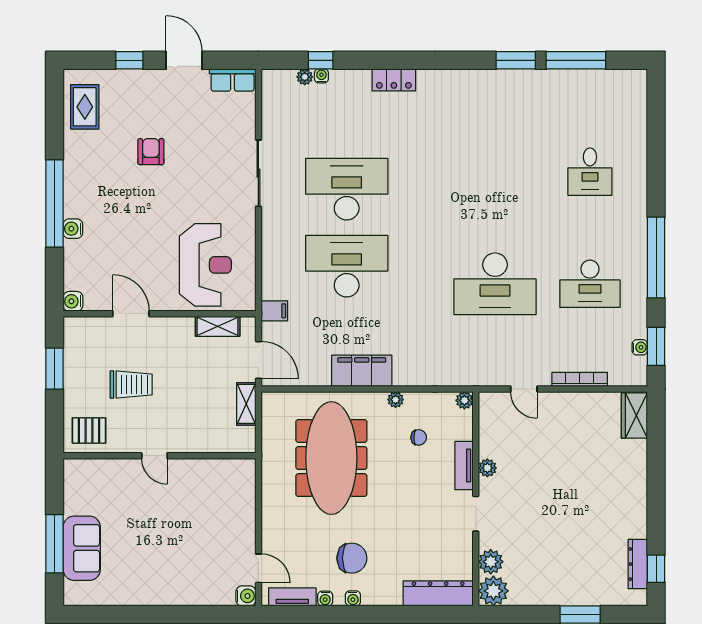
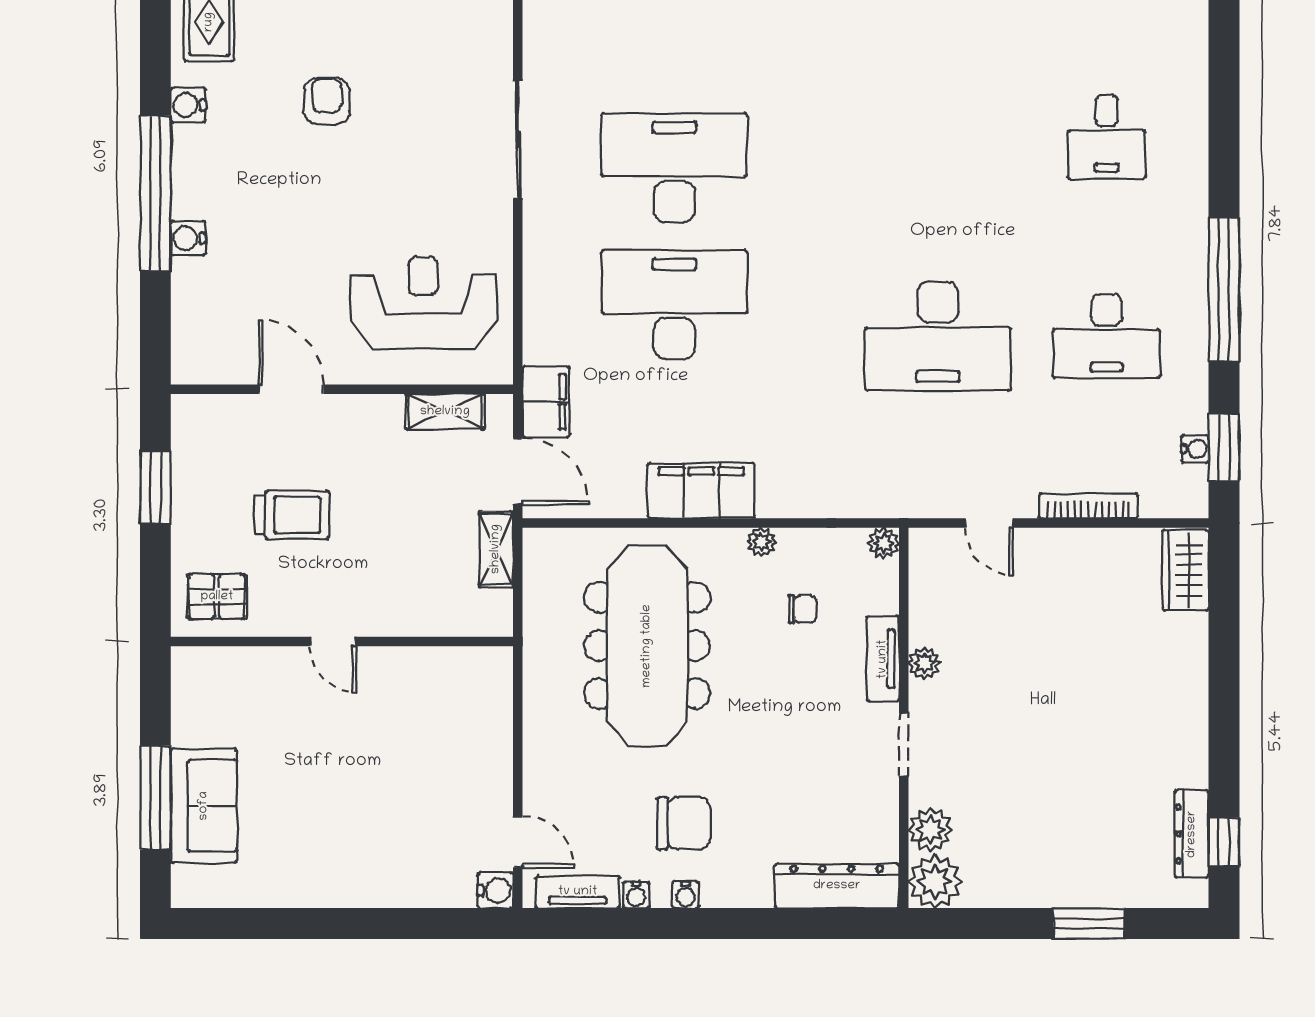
reception desk: (205, 265) -> (423, 303), turned -90
water cooler: (73, 301) -> (188, 105), moved
filing cabinet: (274, 311) -> (546, 402), width x2.00

